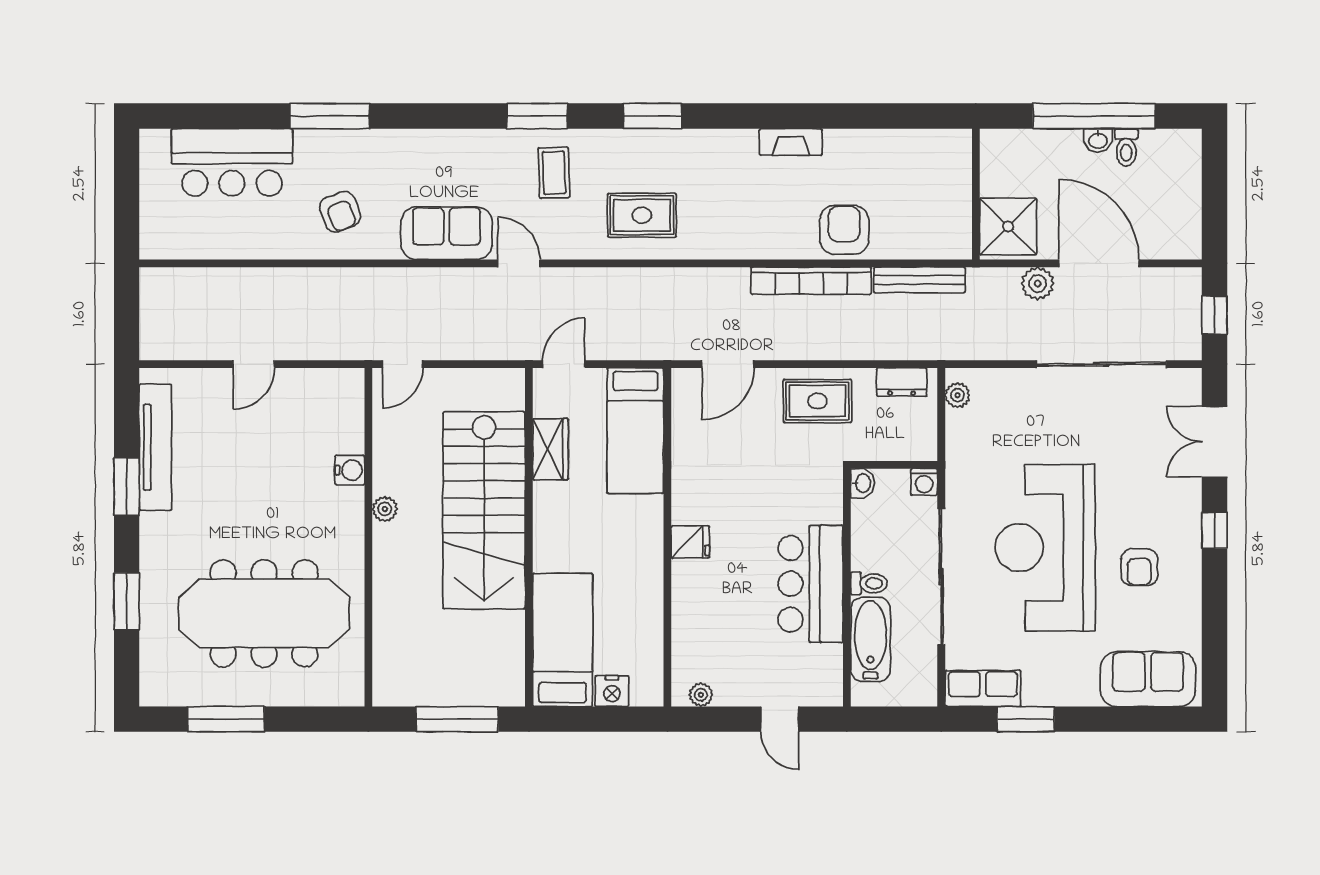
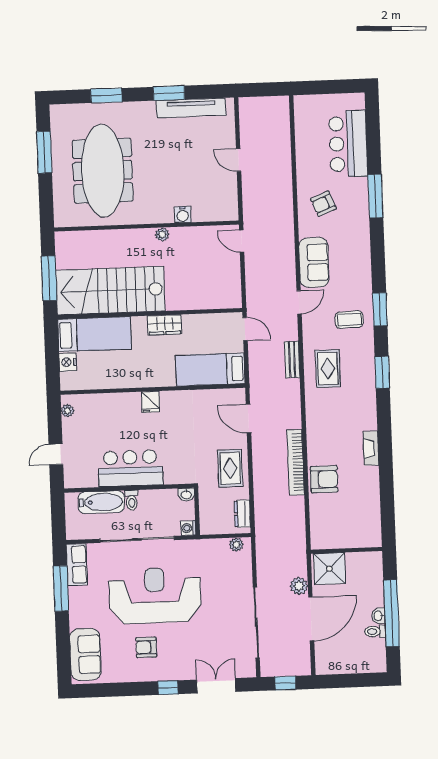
bench: (920, 280) -> (292, 360), moved, width x0.73
wardrobe: (550, 449) -> (165, 325), moved
stairs: (484, 510) -> (110, 291), moved
window: (1026, 719) -> (61, 589), width x1.44

